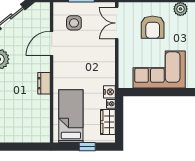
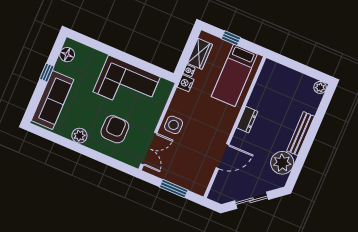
side table: (74, 23) -> (174, 125), moved

